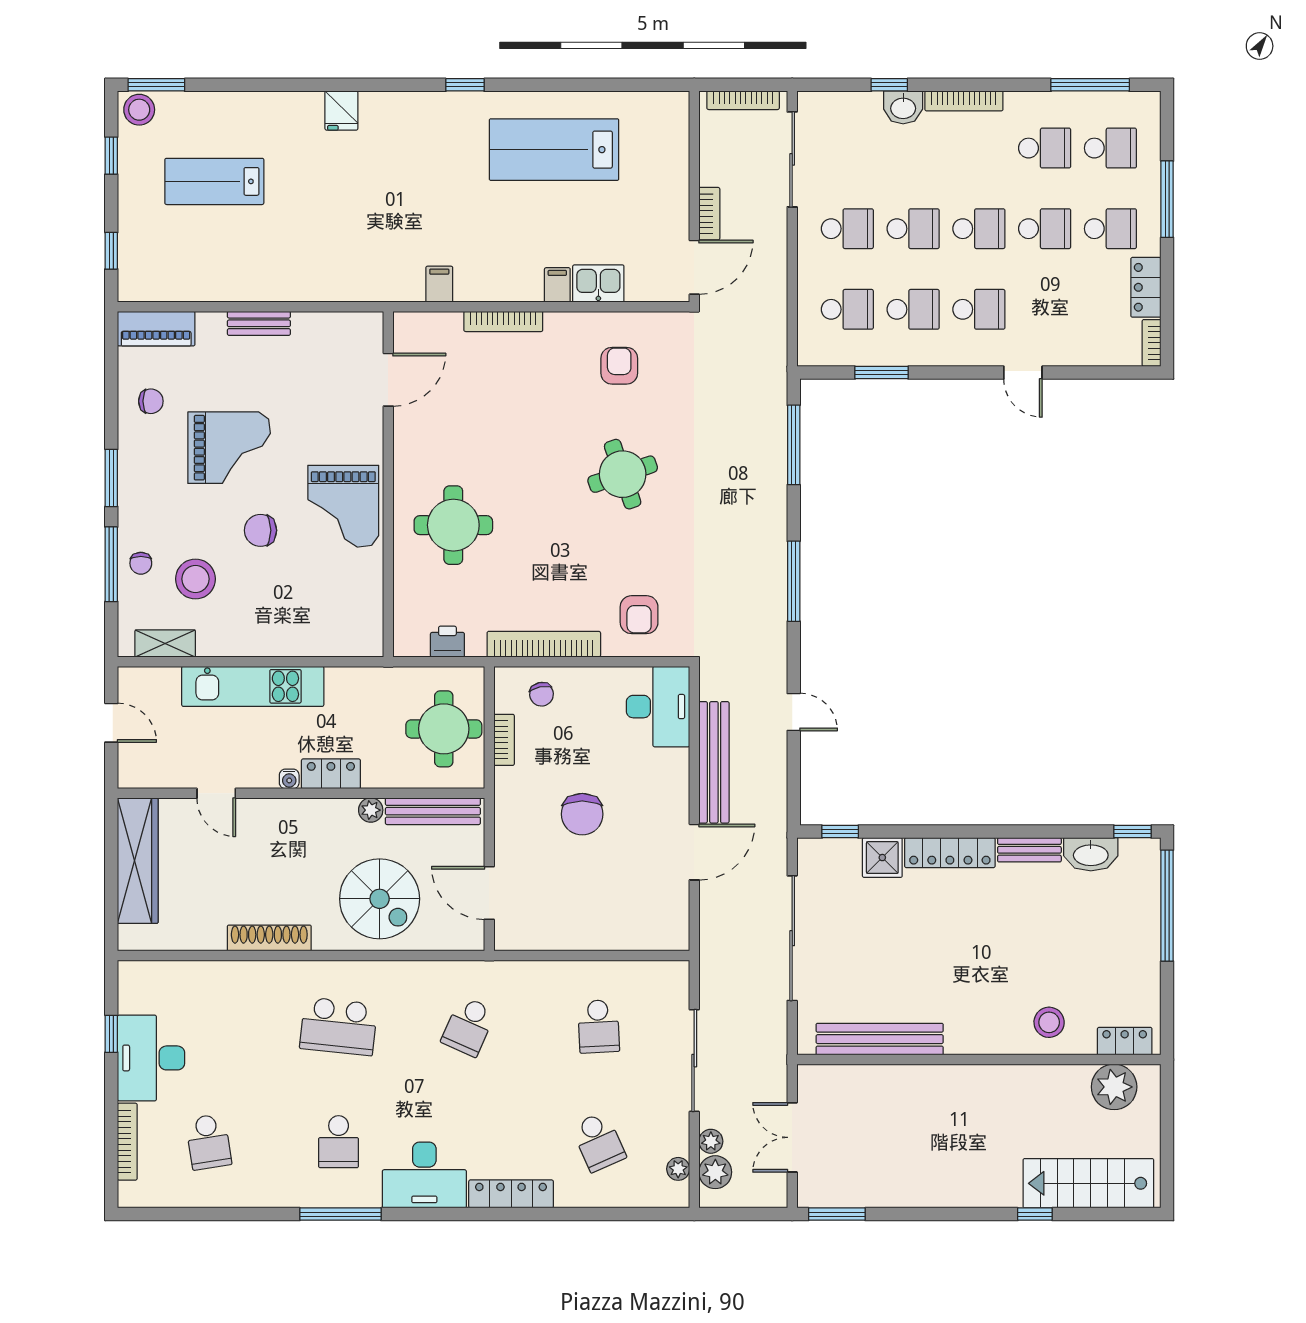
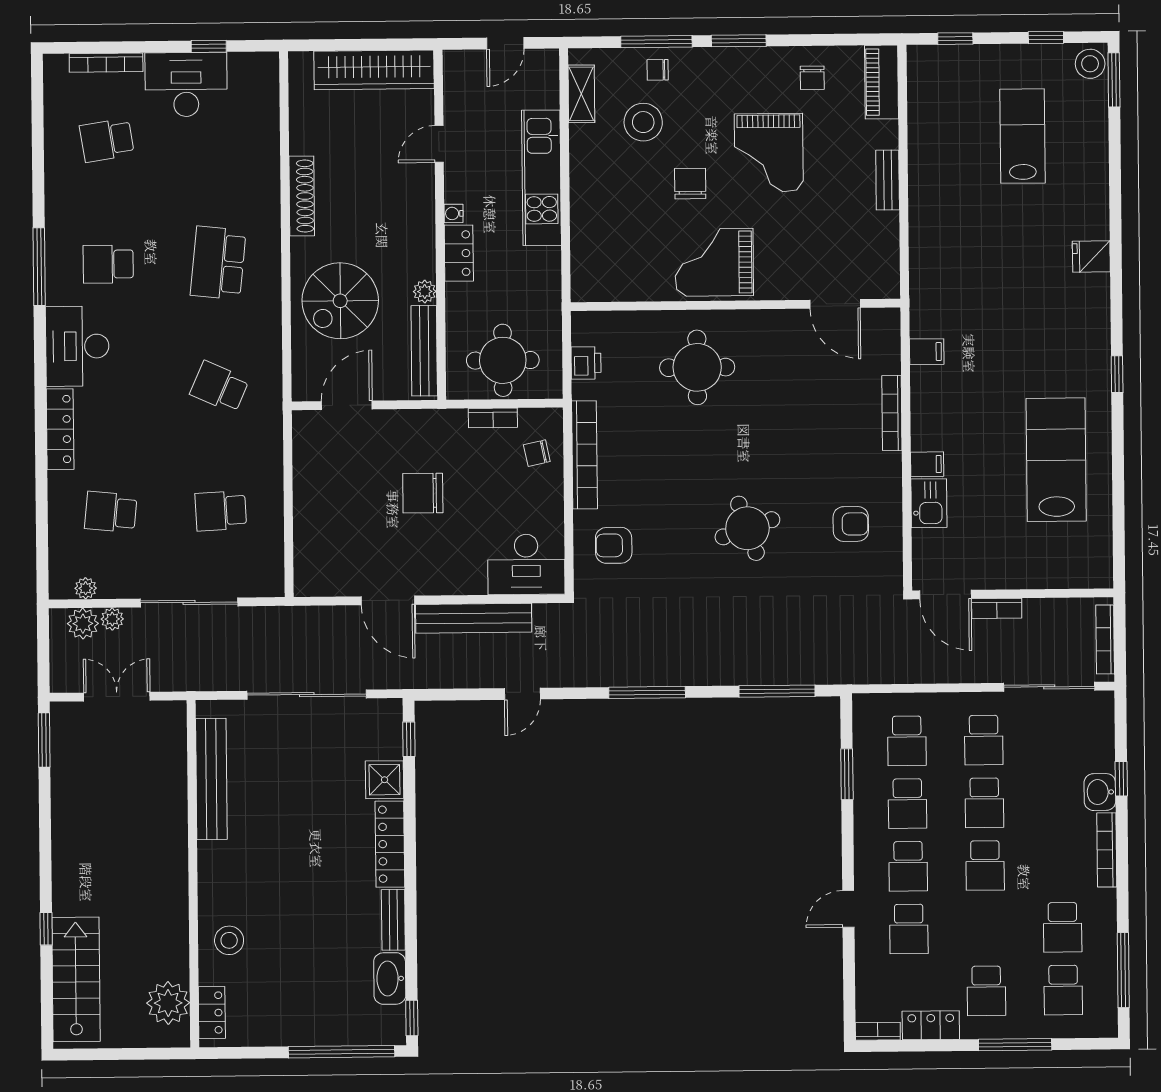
school desk: (1045, 229) -> (909, 929), moved
school desk: (599, 1142) -> (111, 512), turned 30

